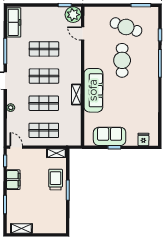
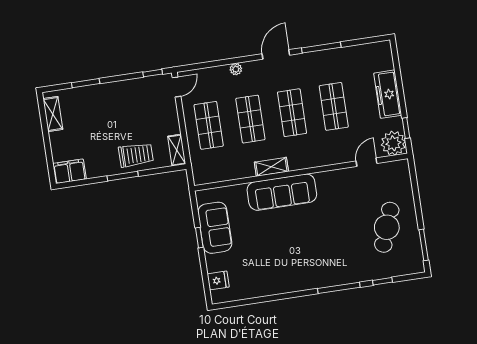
freezer: (14, 22) -> (388, 94), moved, turned 90
cafe table: (122, 60) -> (335, 229), removed
filing cabinet: (13, 180) -> (69, 171), moved, turned 180

